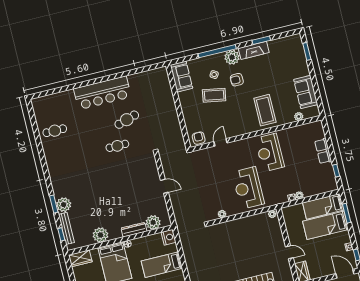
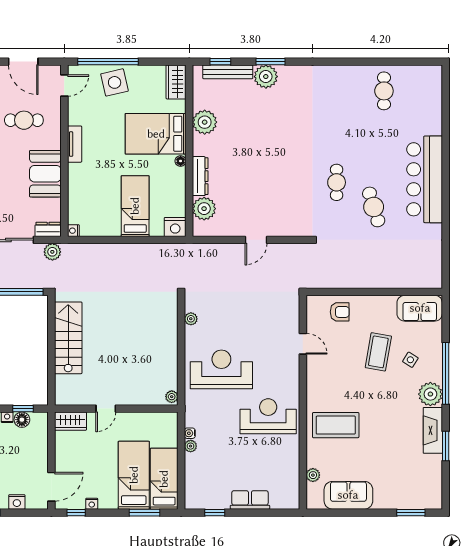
armchair: (237, 80) -> (394, 393), removed
armchair: (199, 138) -> (340, 312), moved

